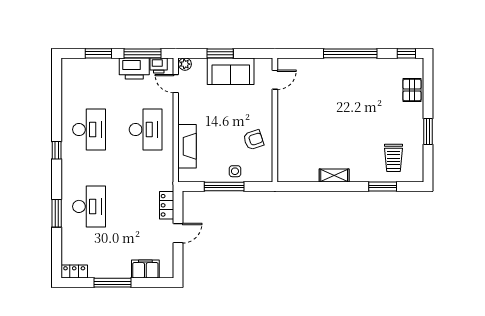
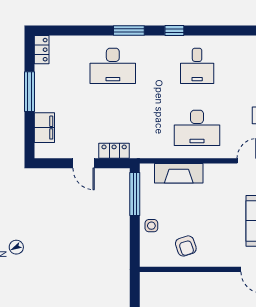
desk: (89, 130) -> (197, 66), width x0.73
window: (224, 186) -> (135, 194), moved
window: (57, 213) -> (129, 30), moved

